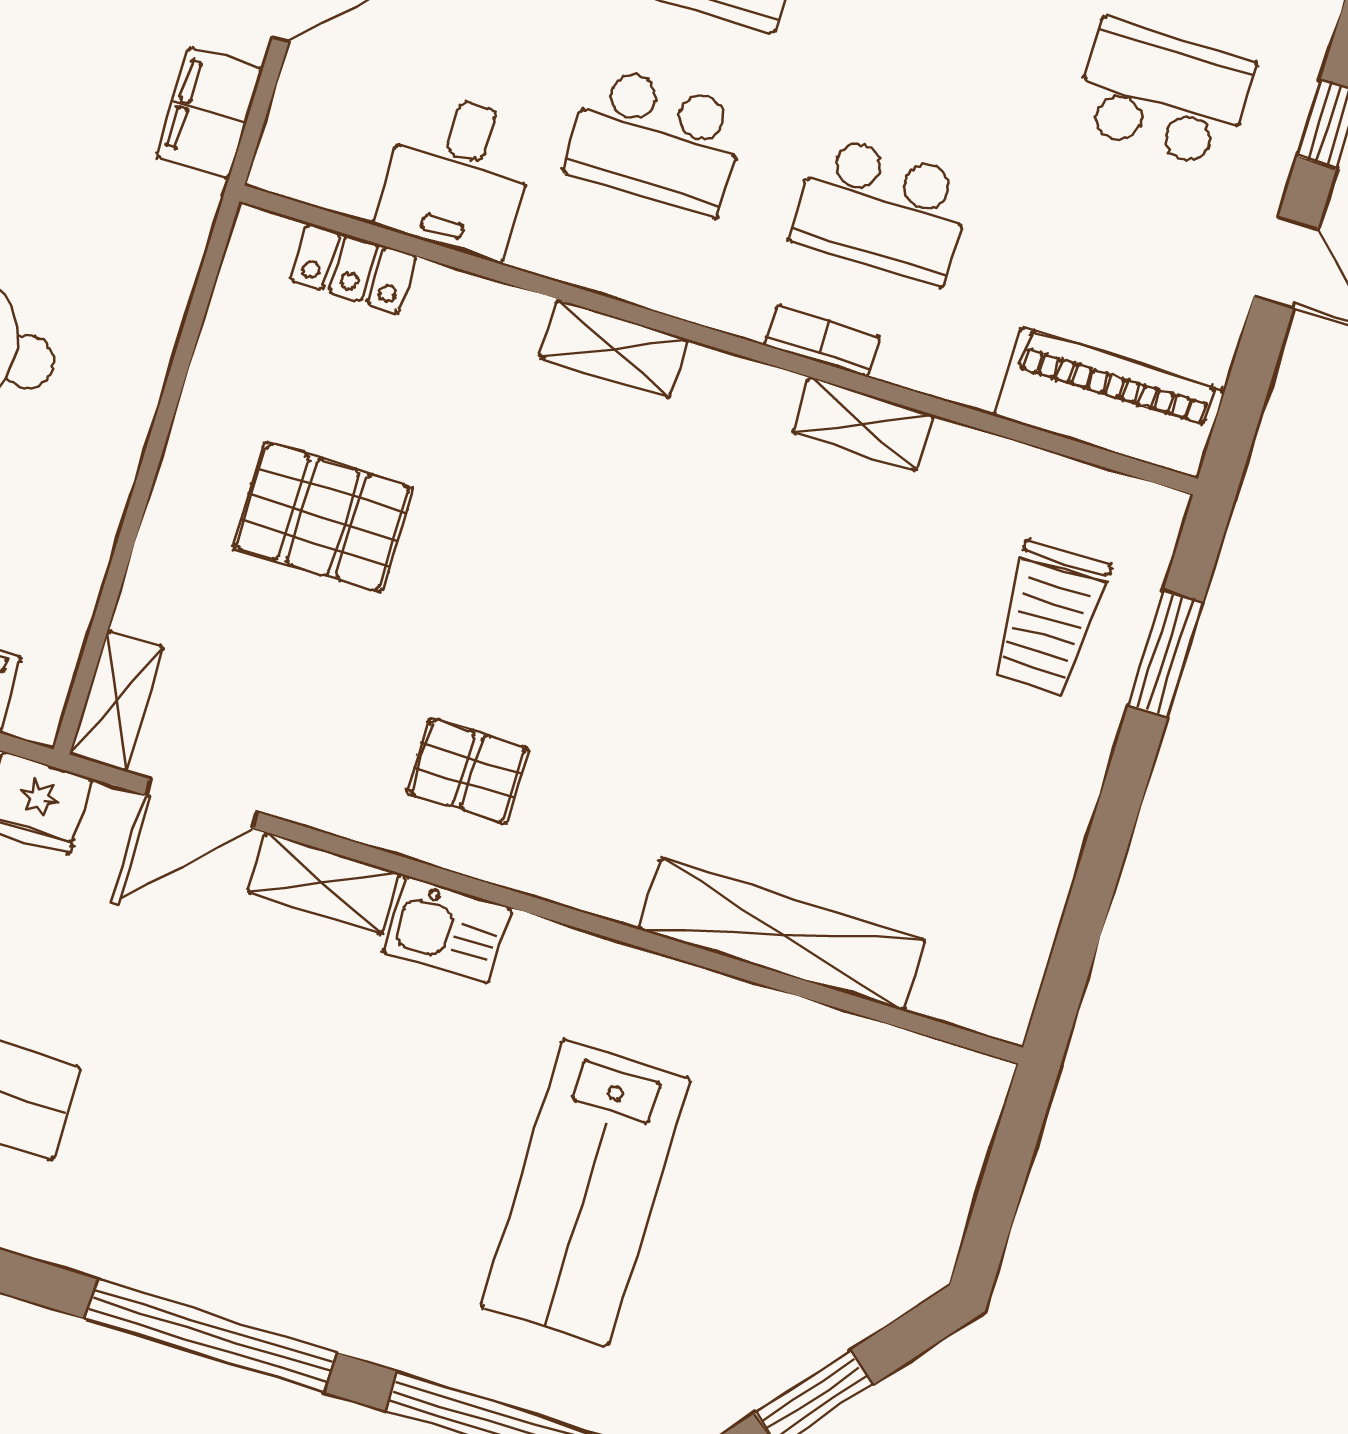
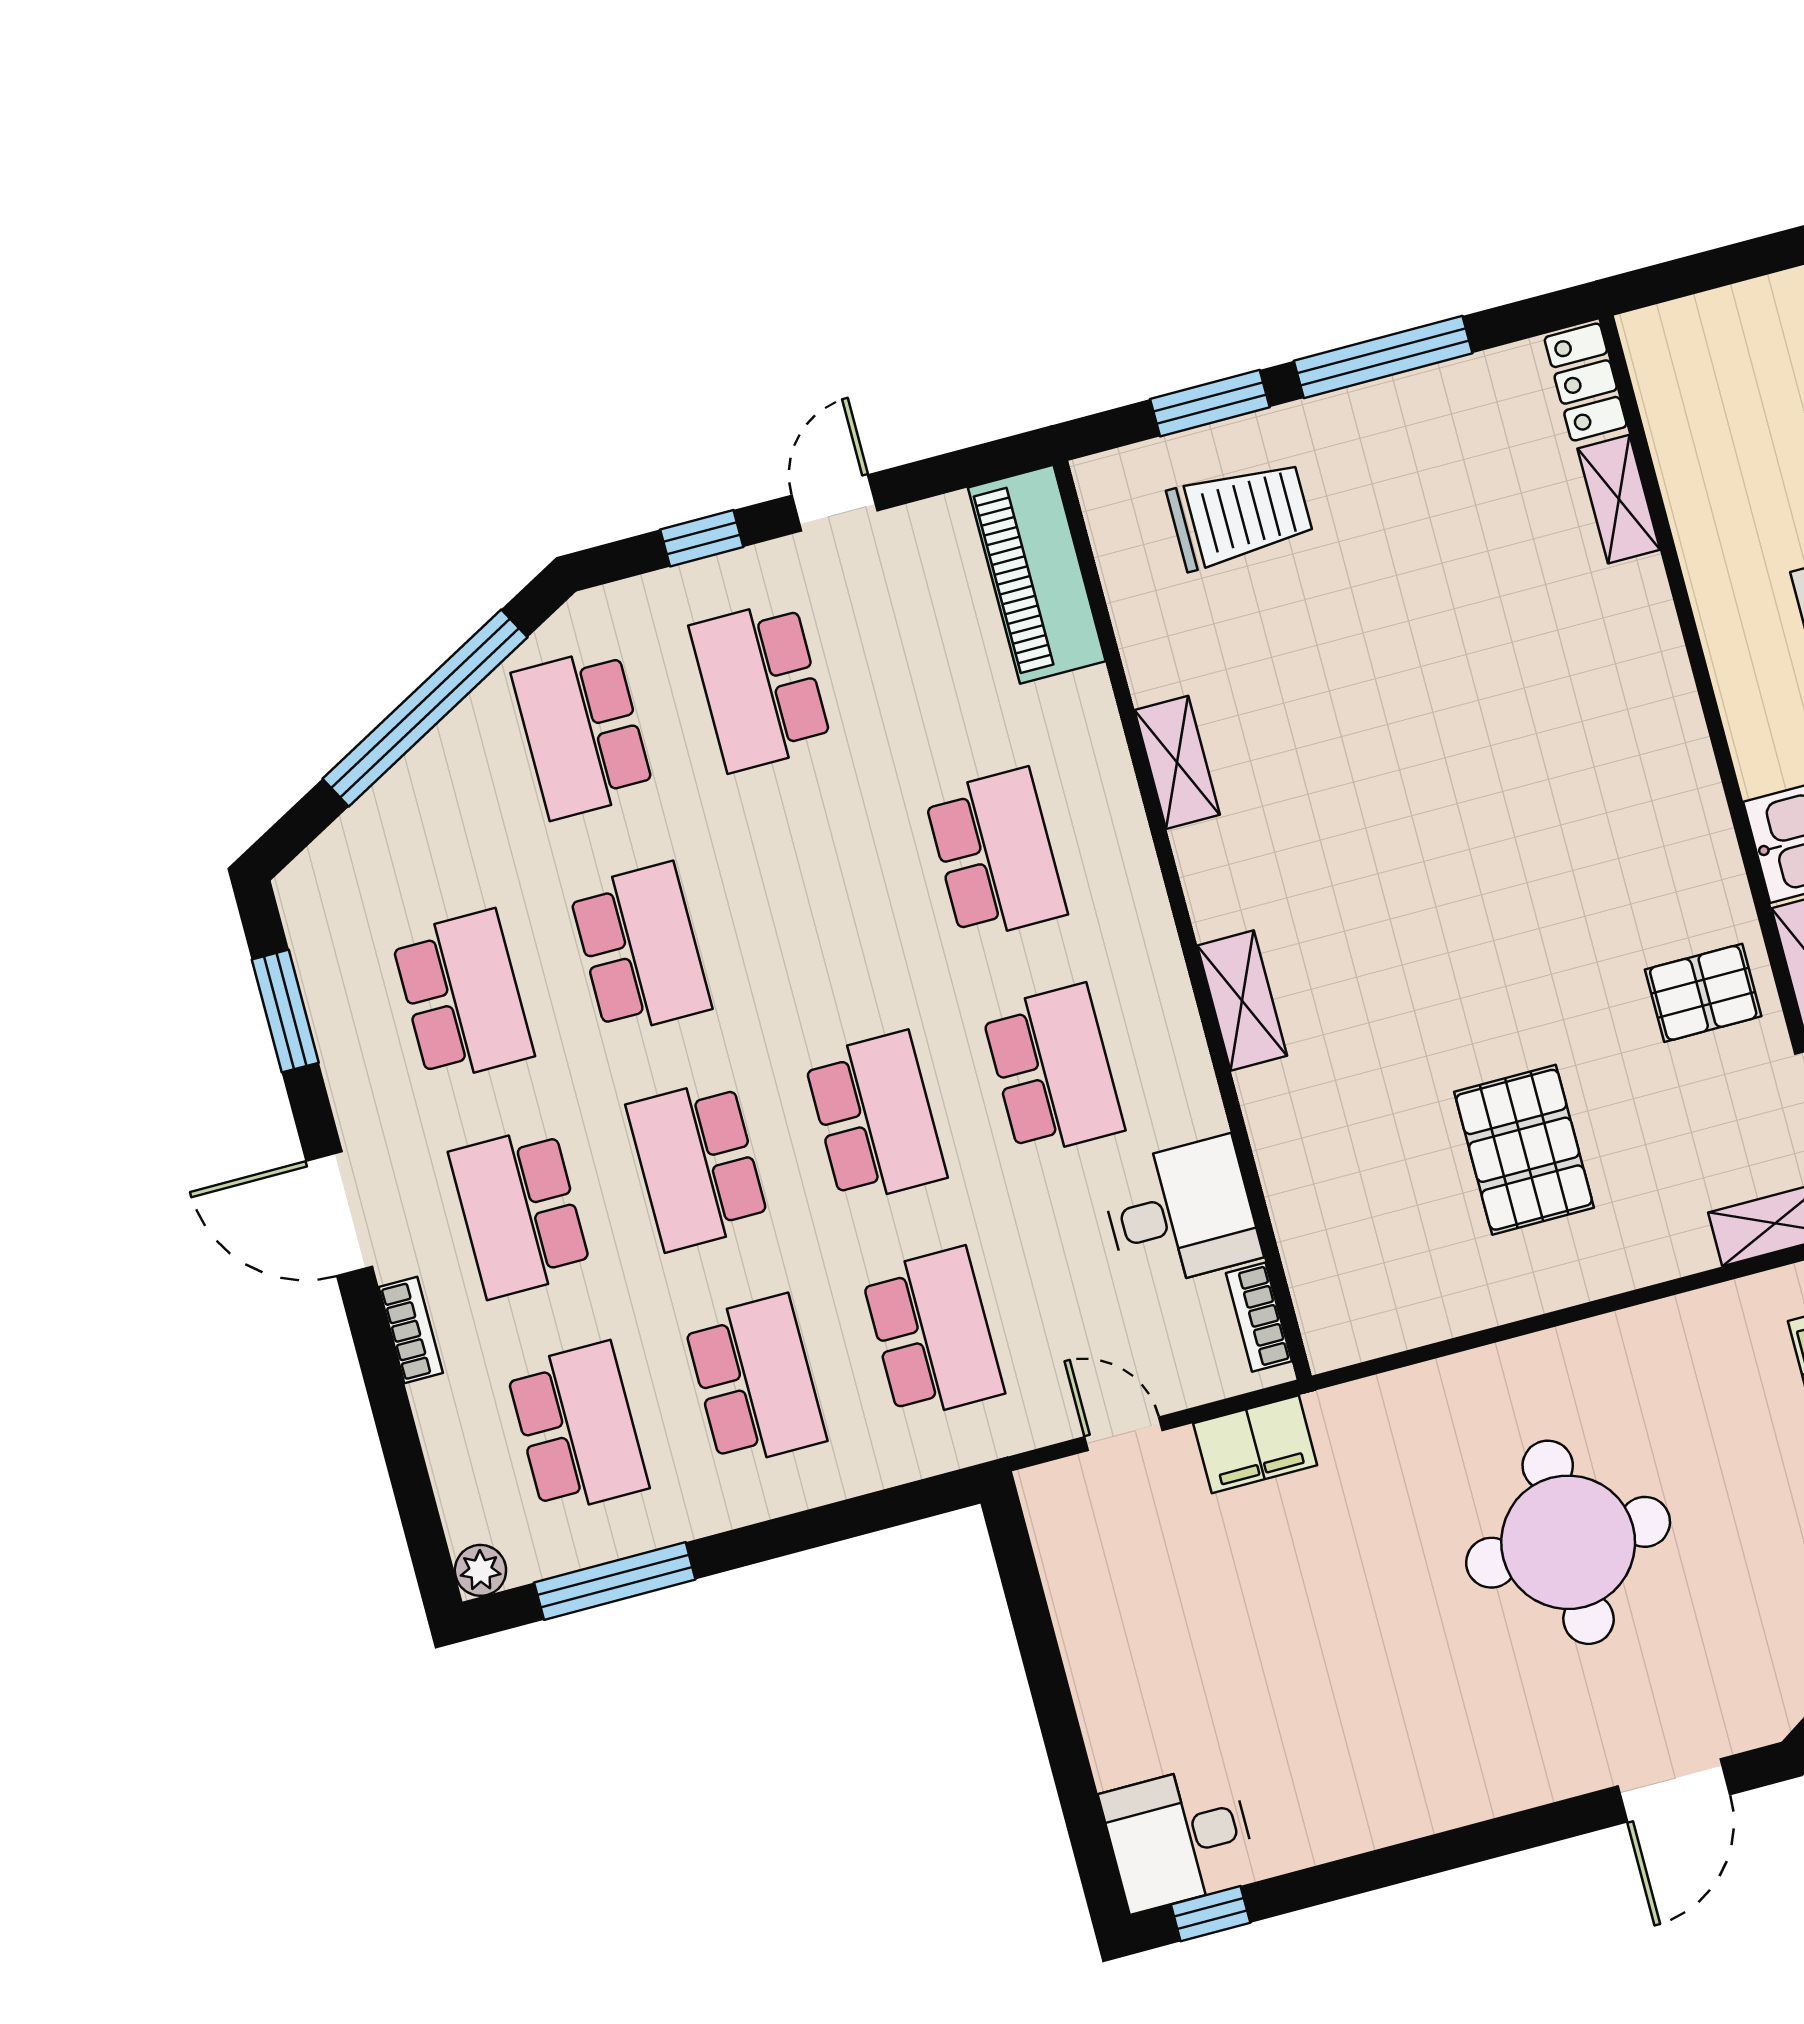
locker: (353, 268) -> (1586, 382), moved, turned 180
bookcase: (822, 341) -> (1259, 1317), moved
pallet: (468, 771) -> (1703, 993), moved, turned 90
window: (1110, 834) -> (1383, 357), added
shelving: (782, 934) -> (1619, 499), width x0.45, depth x0.75

